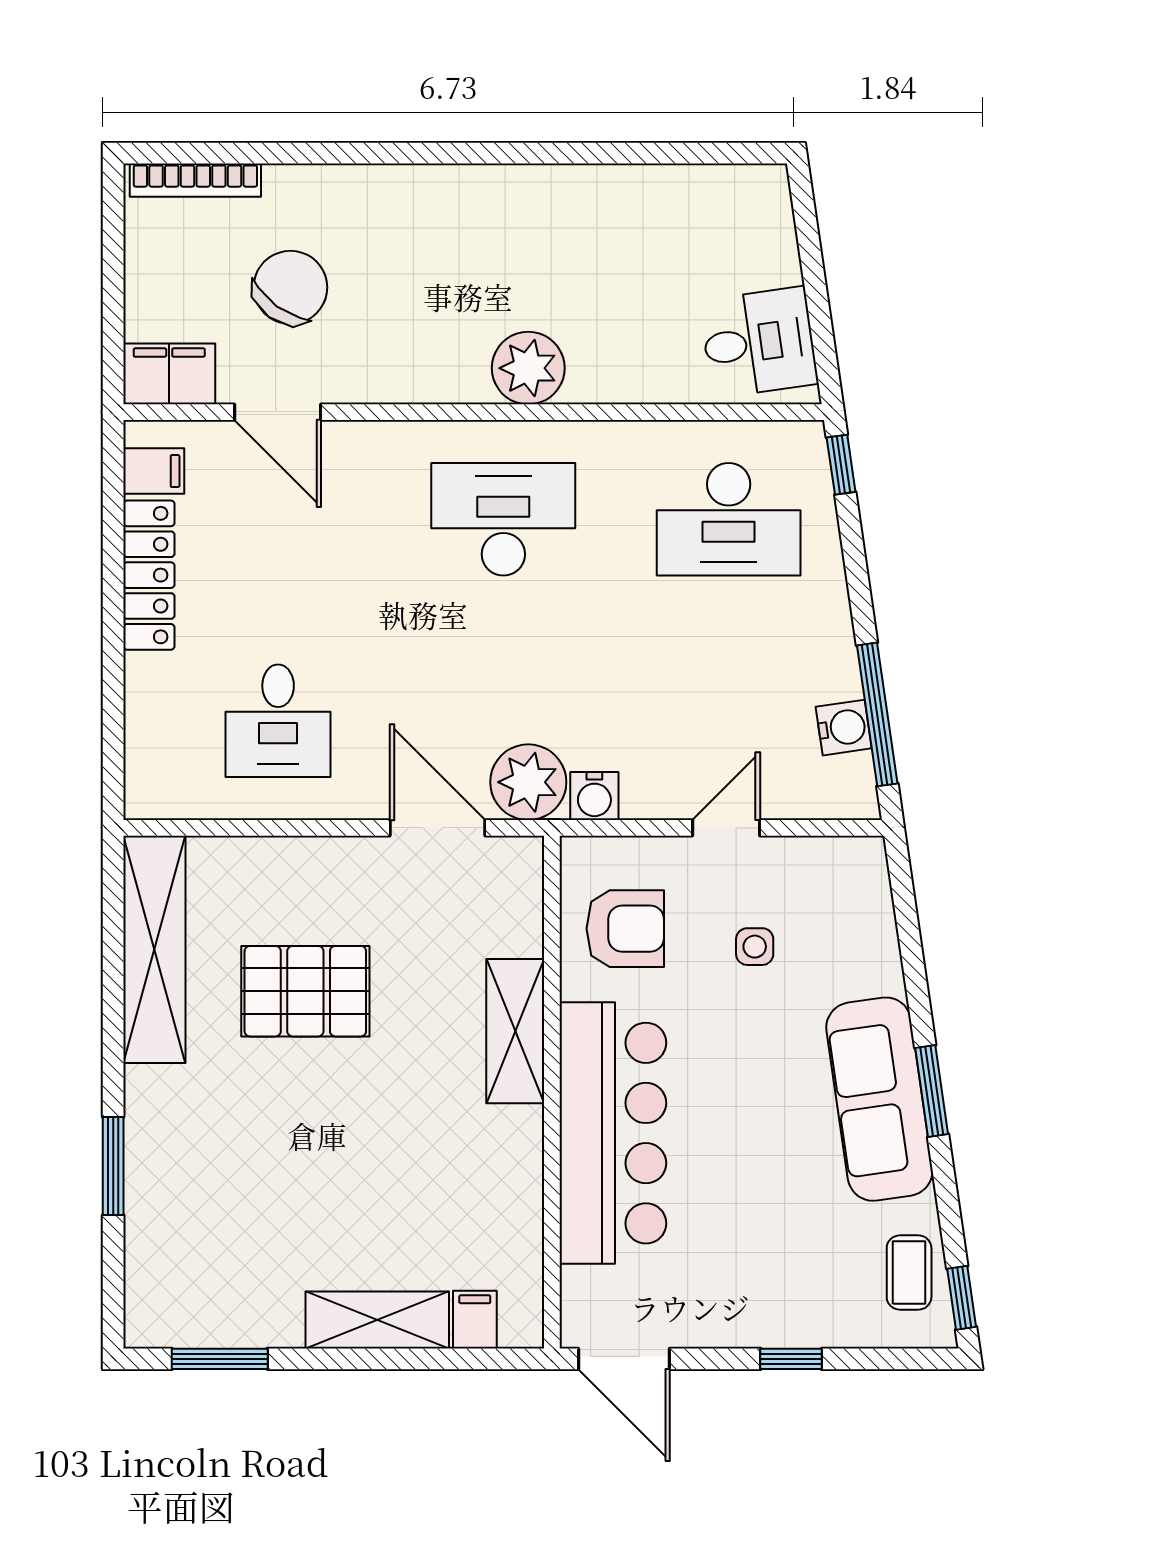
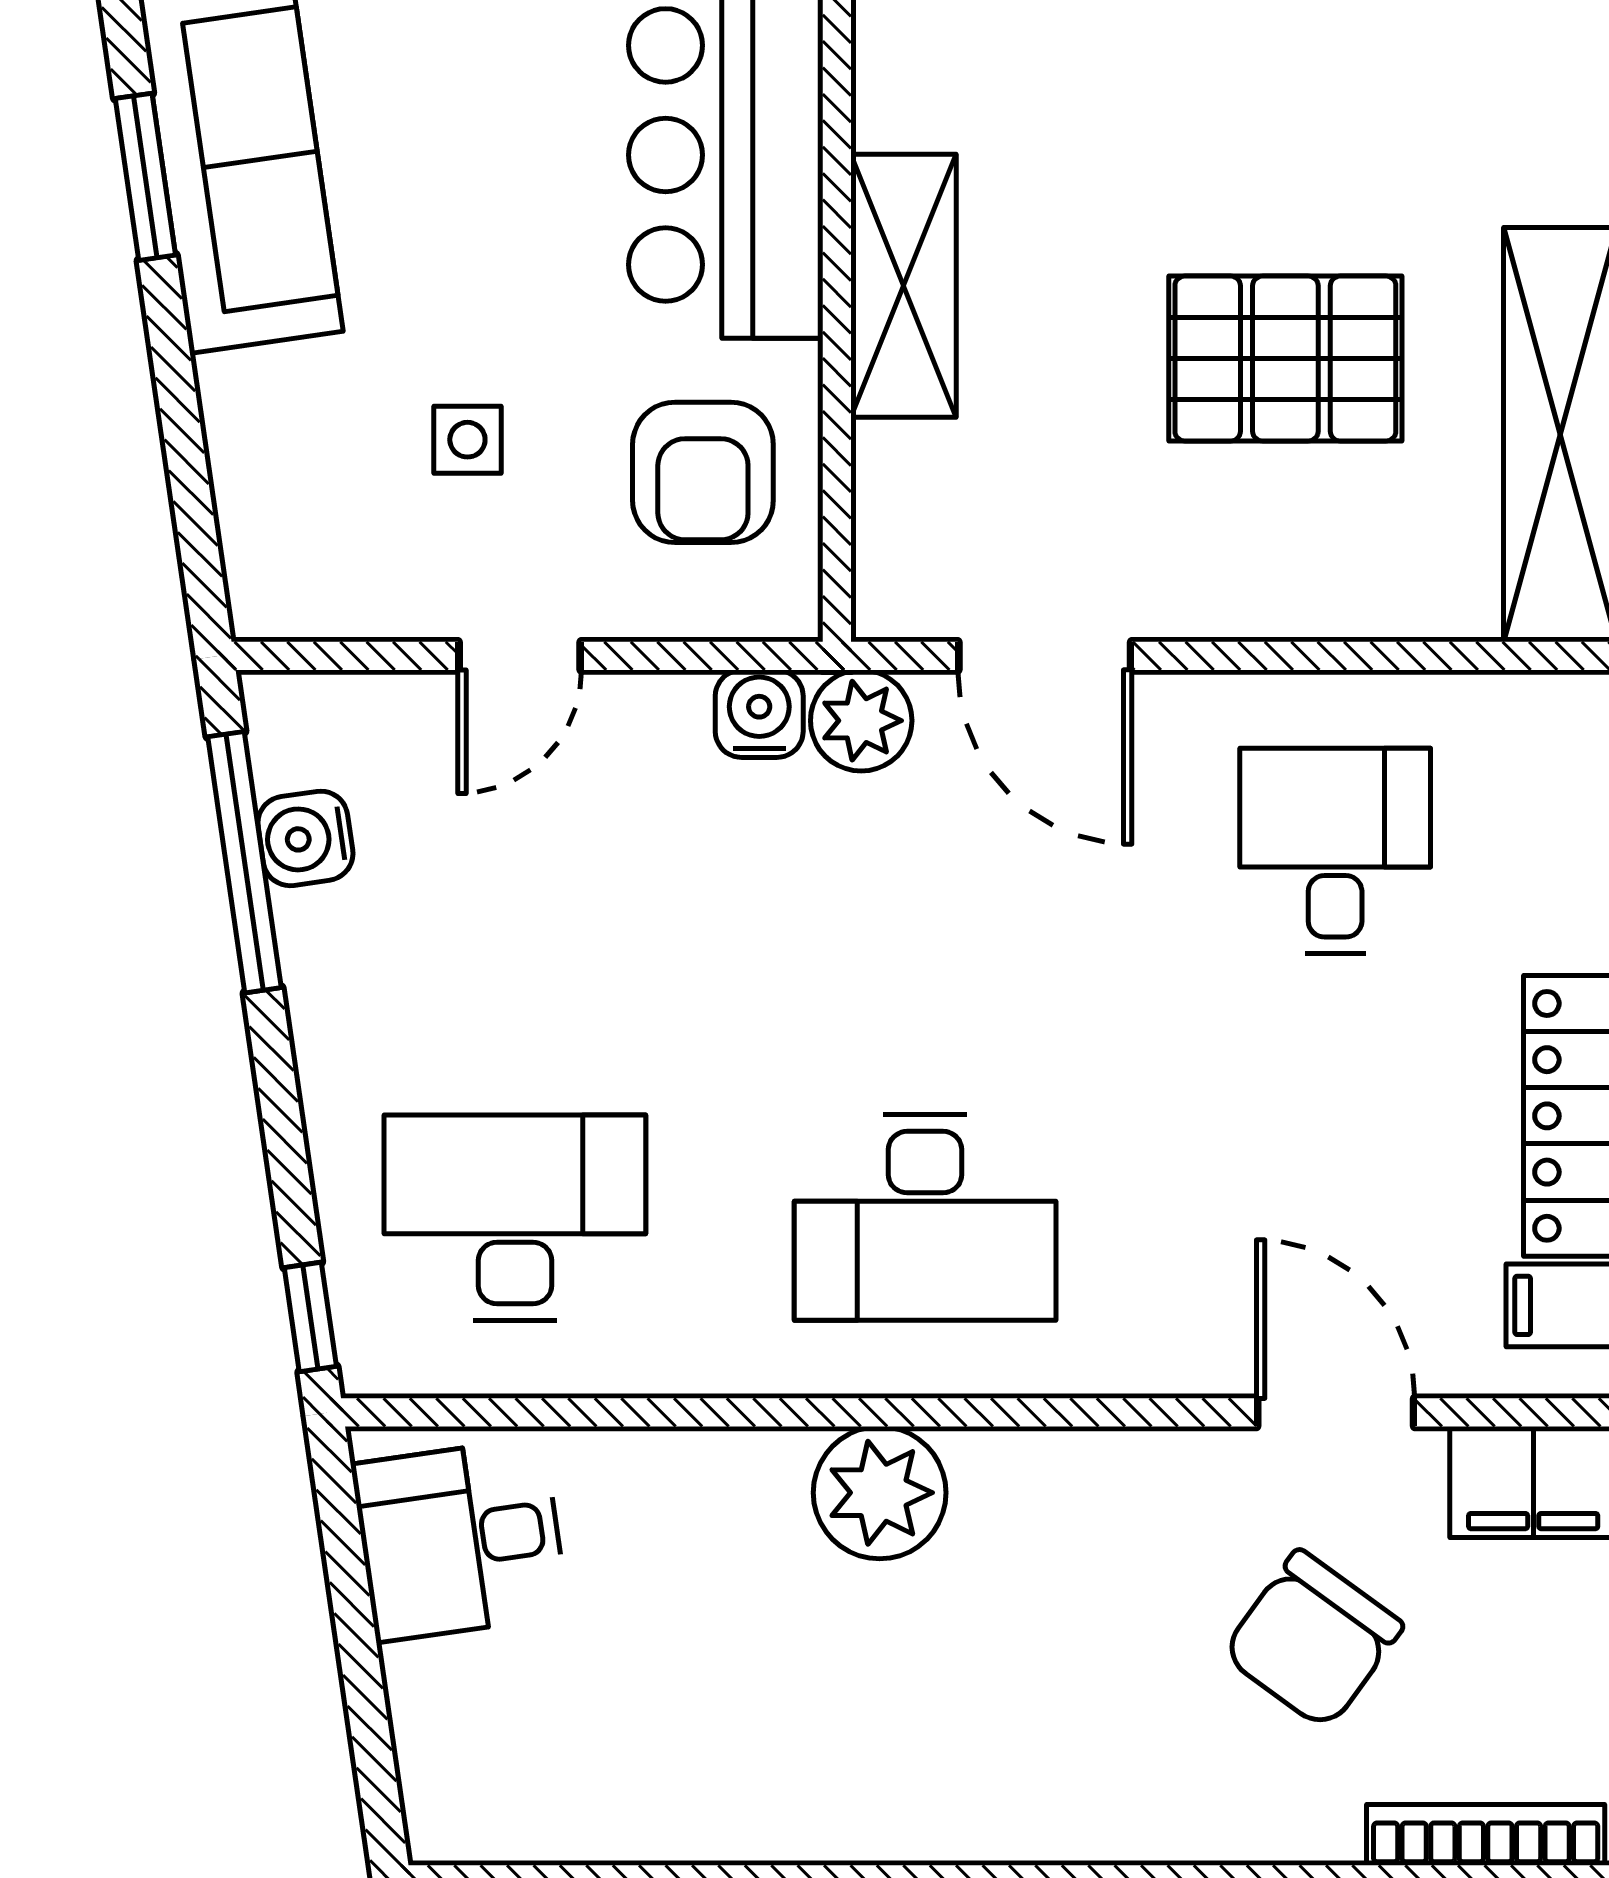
plant: (528, 782) -> (861, 721), width x0.73, depth x0.73
armchair: (625, 929) -> (703, 472), turned -90

